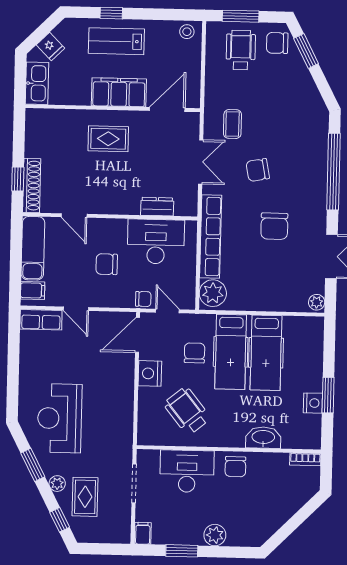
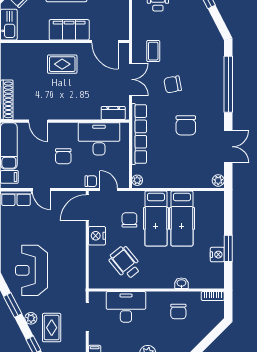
door: (167, 109) -> (105, 42), swing flipped
dresser: (157, 207) -> (113, 113), moved
chair: (107, 264) -> (63, 156), turned -90
plant: (213, 293) -> (137, 180), width x0.53, depth x0.53
washbasin: (263, 438) -> (181, 283), width x0.52, depth x0.69
chair: (235, 467) -> (178, 311), moved

